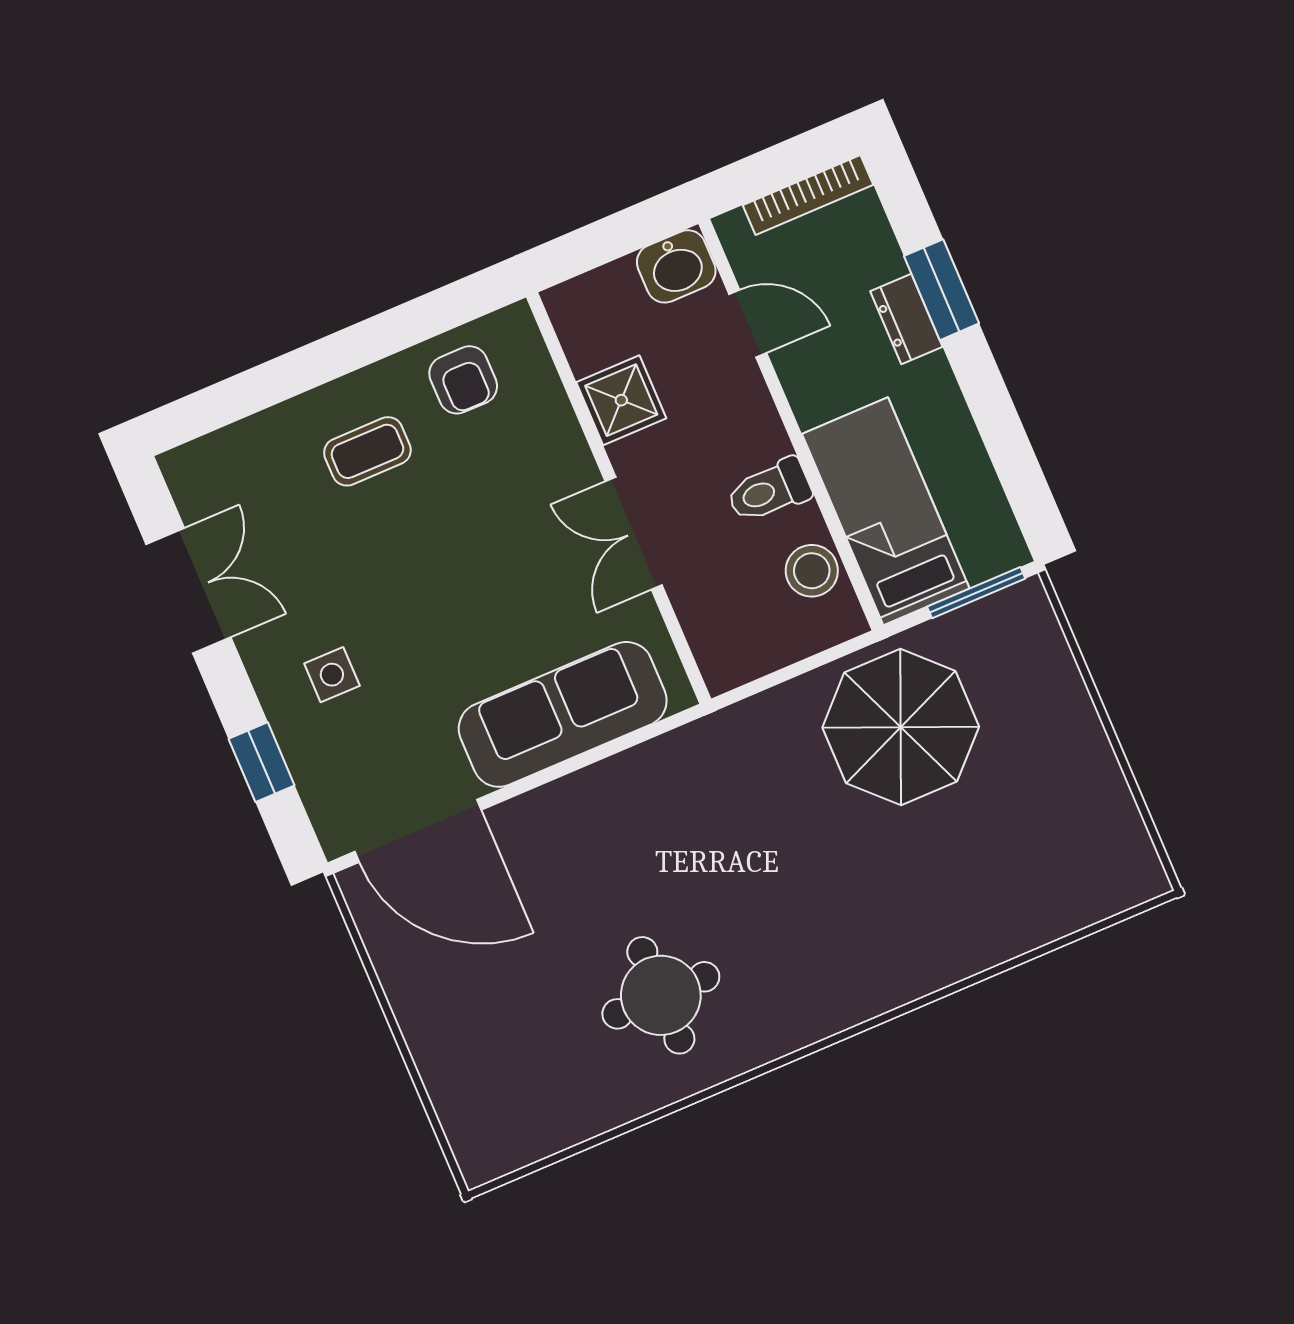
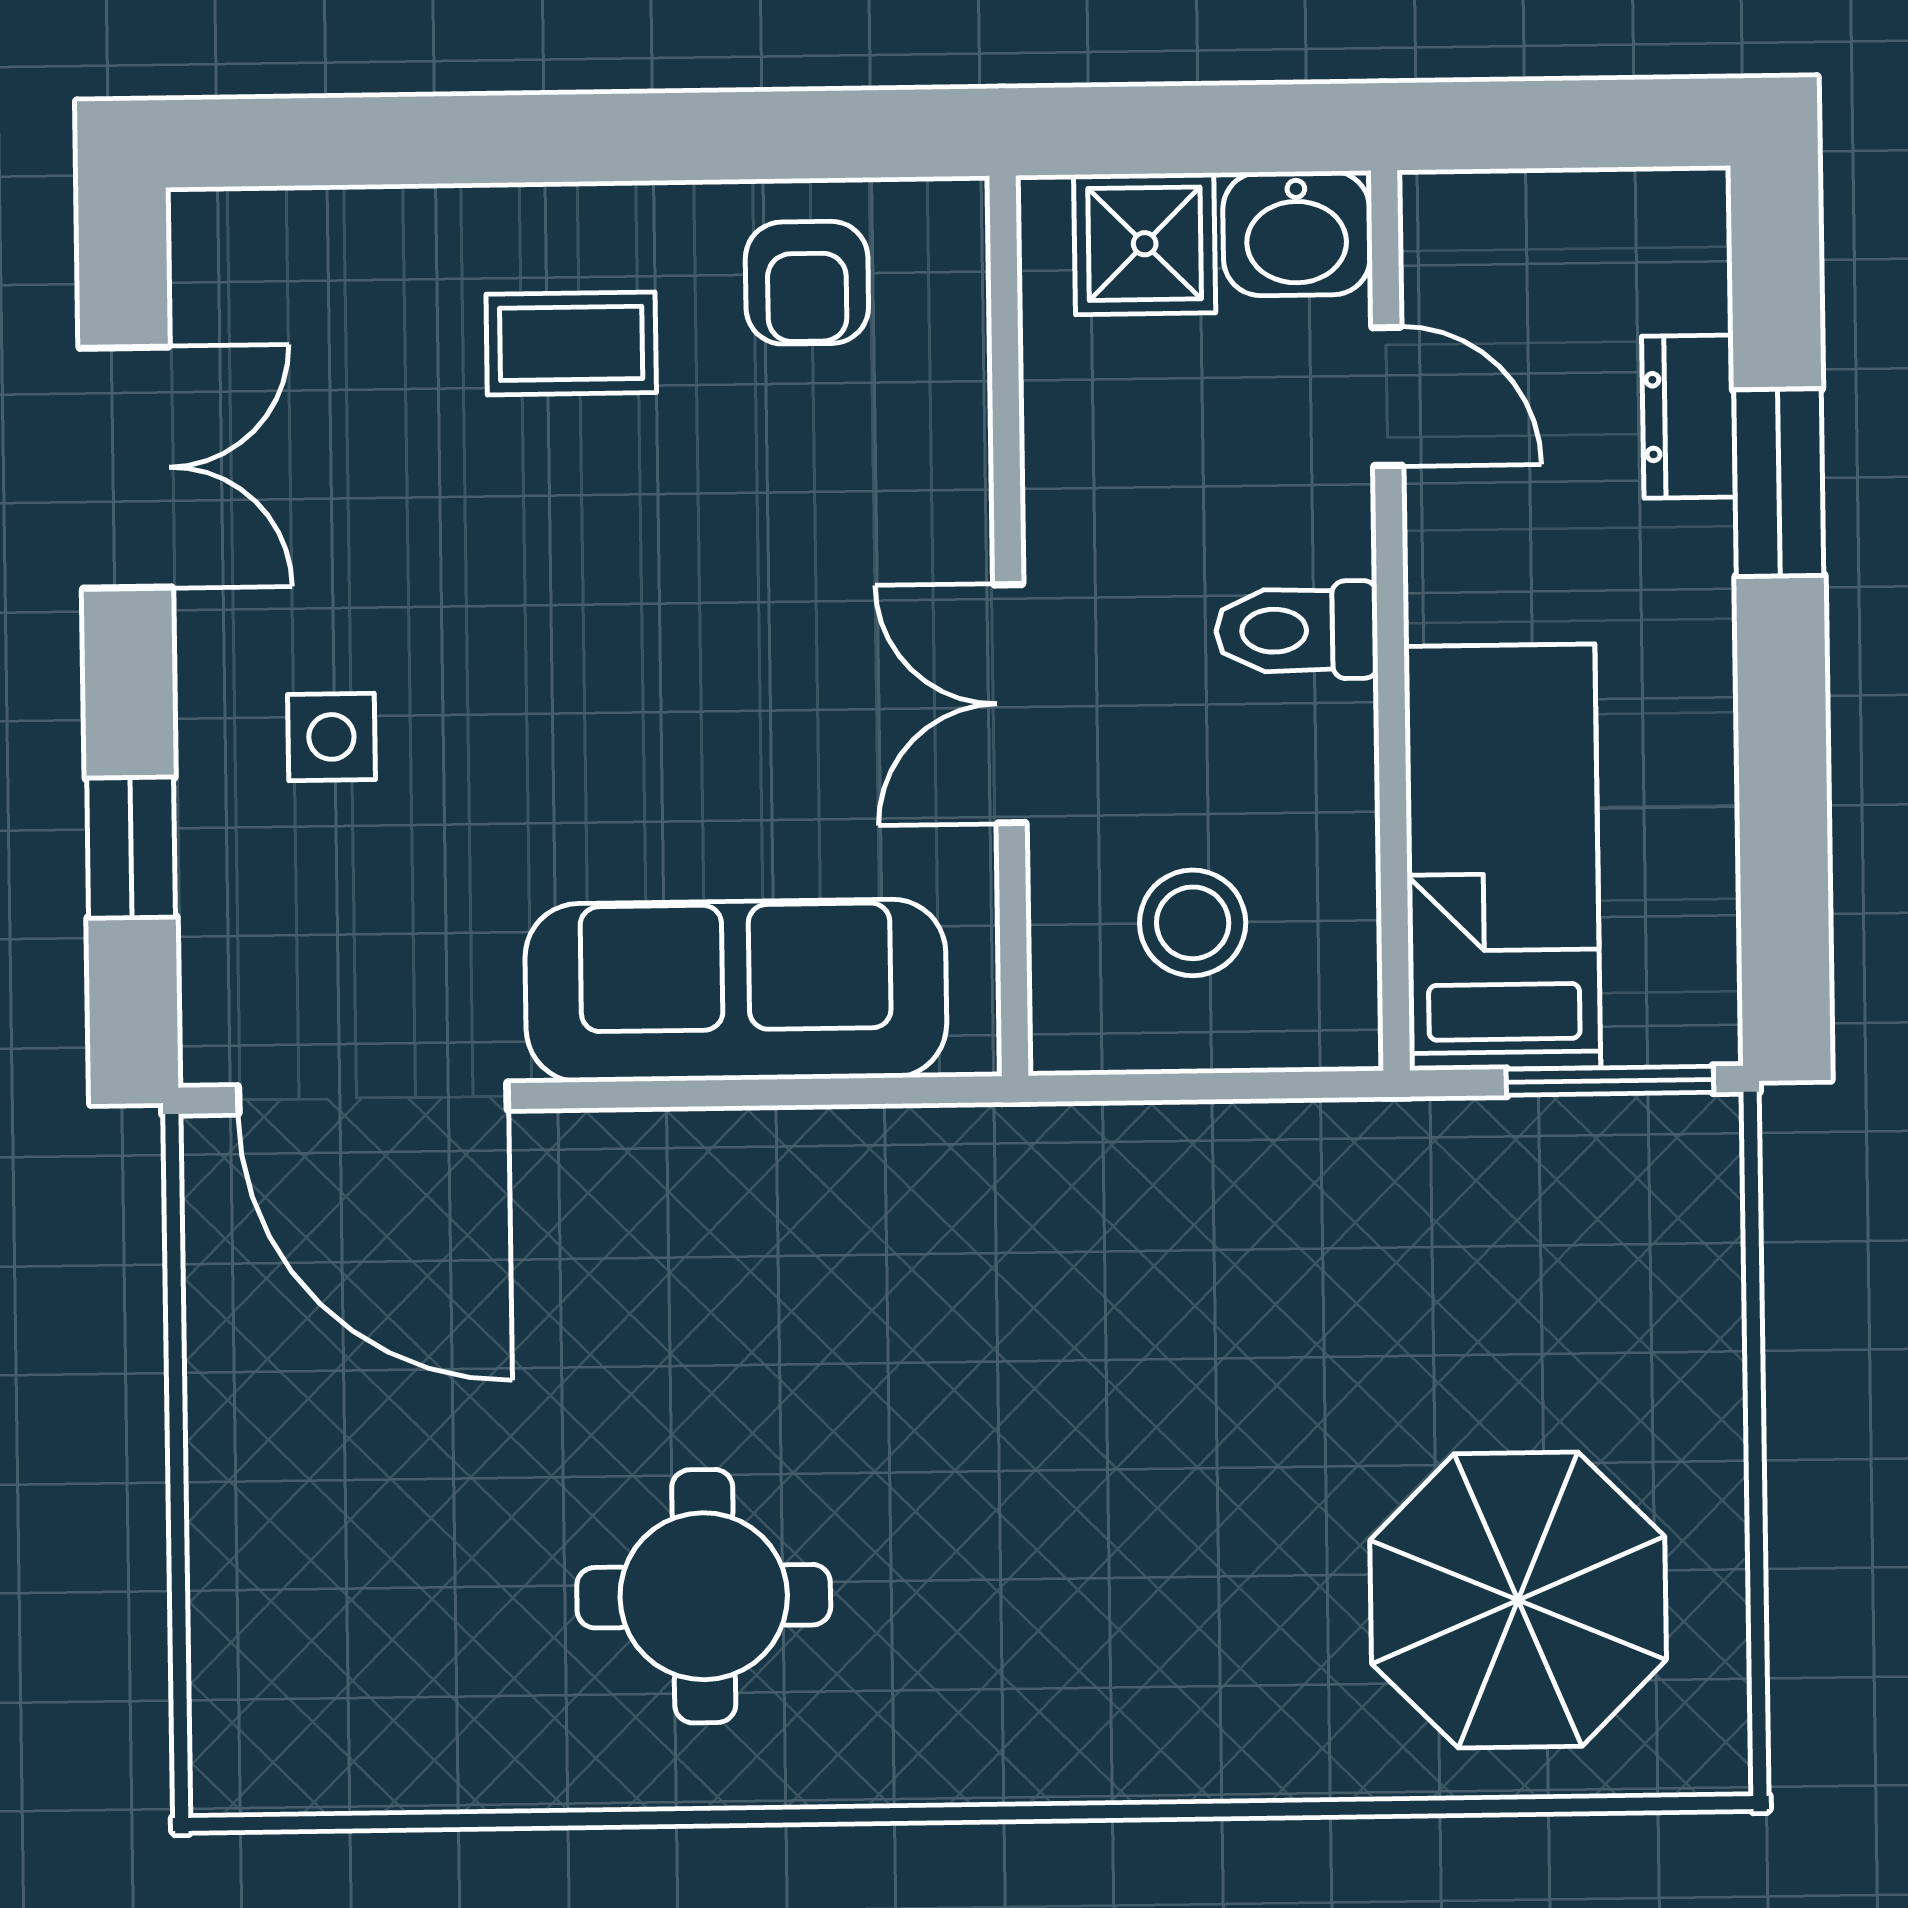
bookcase: (808, 195) -> (1600, 201), removed
dresser: (906, 319) -> (1689, 417), moved
shower: (621, 400) -> (1145, 244), moved
toilet: (769, 491) -> (1297, 630), moved
stool: (812, 571) -> (1193, 923), moved
parasol: (901, 727) -> (1518, 1600), moved

